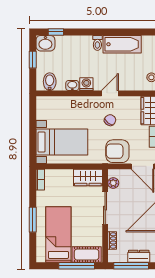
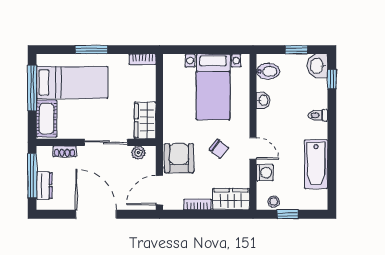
toilet: (97, 43) -> (318, 115), moved
washing machine: (86, 84) -> (265, 173), moved
bed with nightstands: (62, 142) -> (213, 87), moved
window: (77, 266) -> (32, 88), moved

